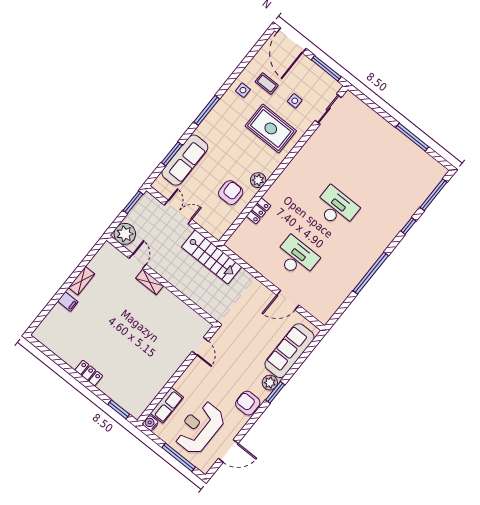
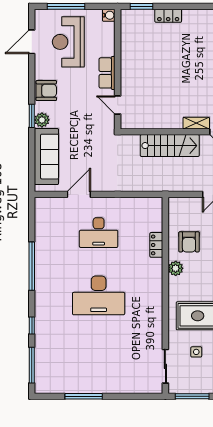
desk: (336, 208) -> (99, 295), width x1.36, depth x1.30
stairs: (212, 257) -> (170, 146), moved, turned 180
locker: (89, 373) -> (168, 16), moved
row of seats: (167, 405) -> (107, 73), moved
reception desk: (199, 428) -> (68, 42), turned 180

